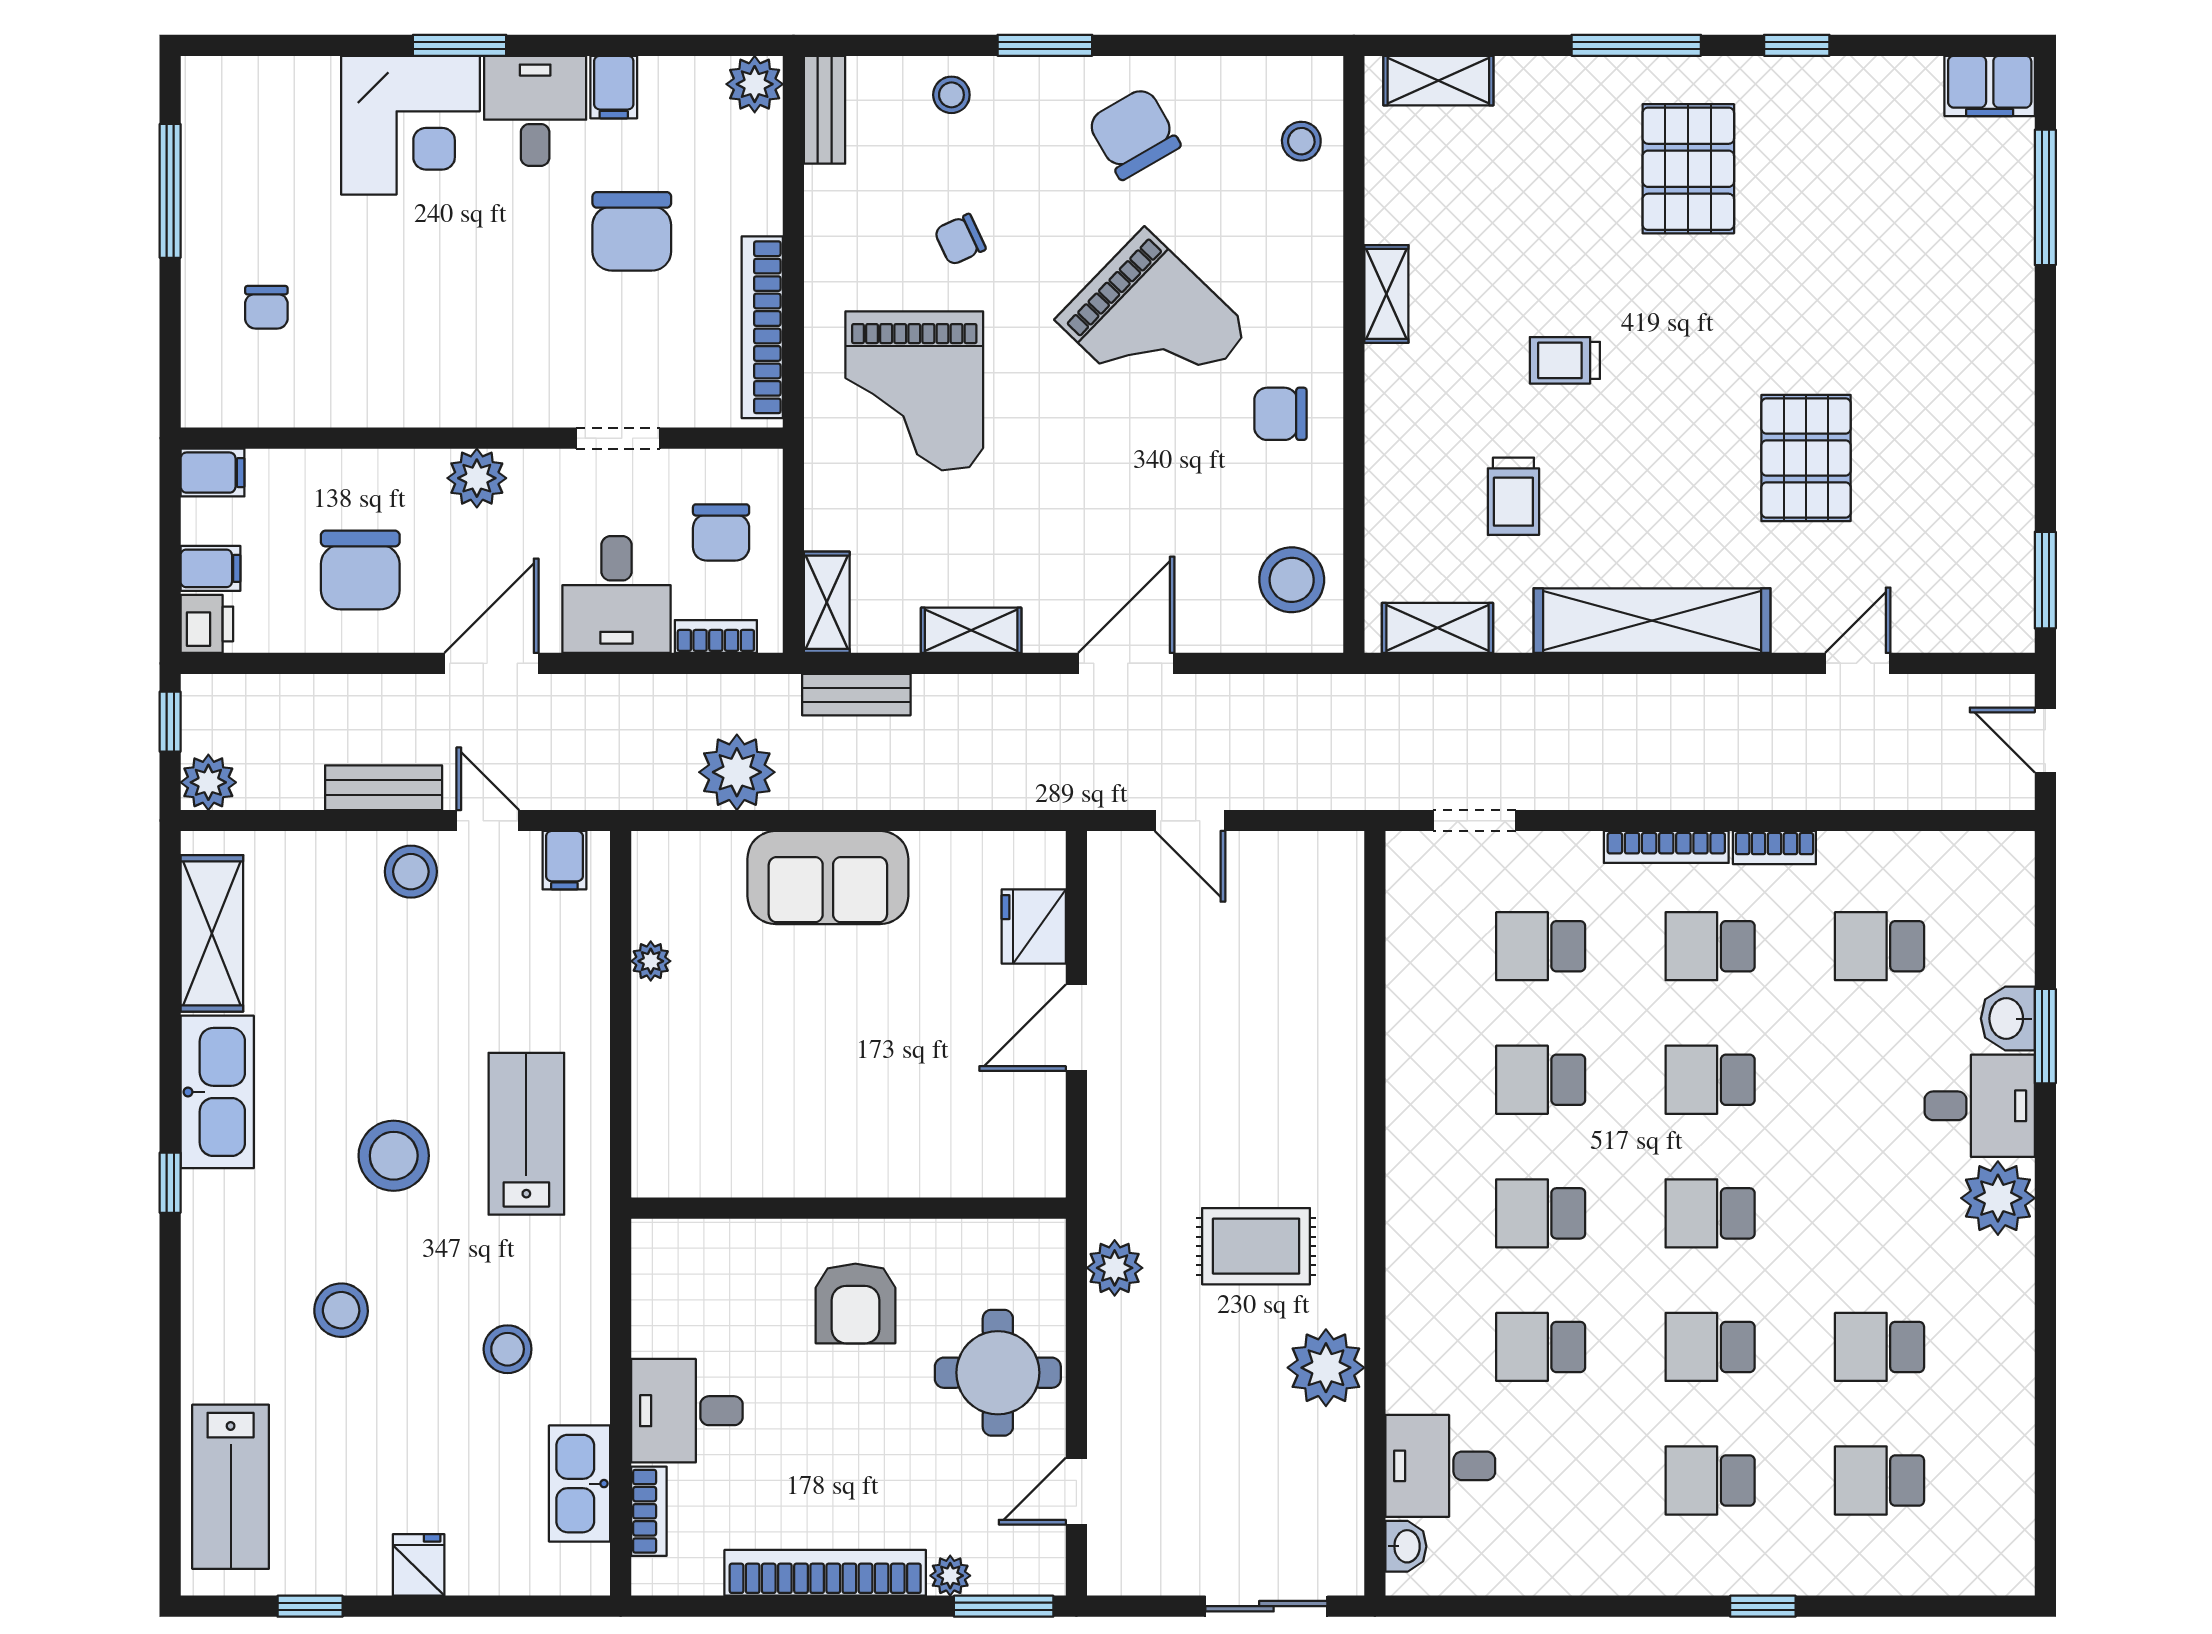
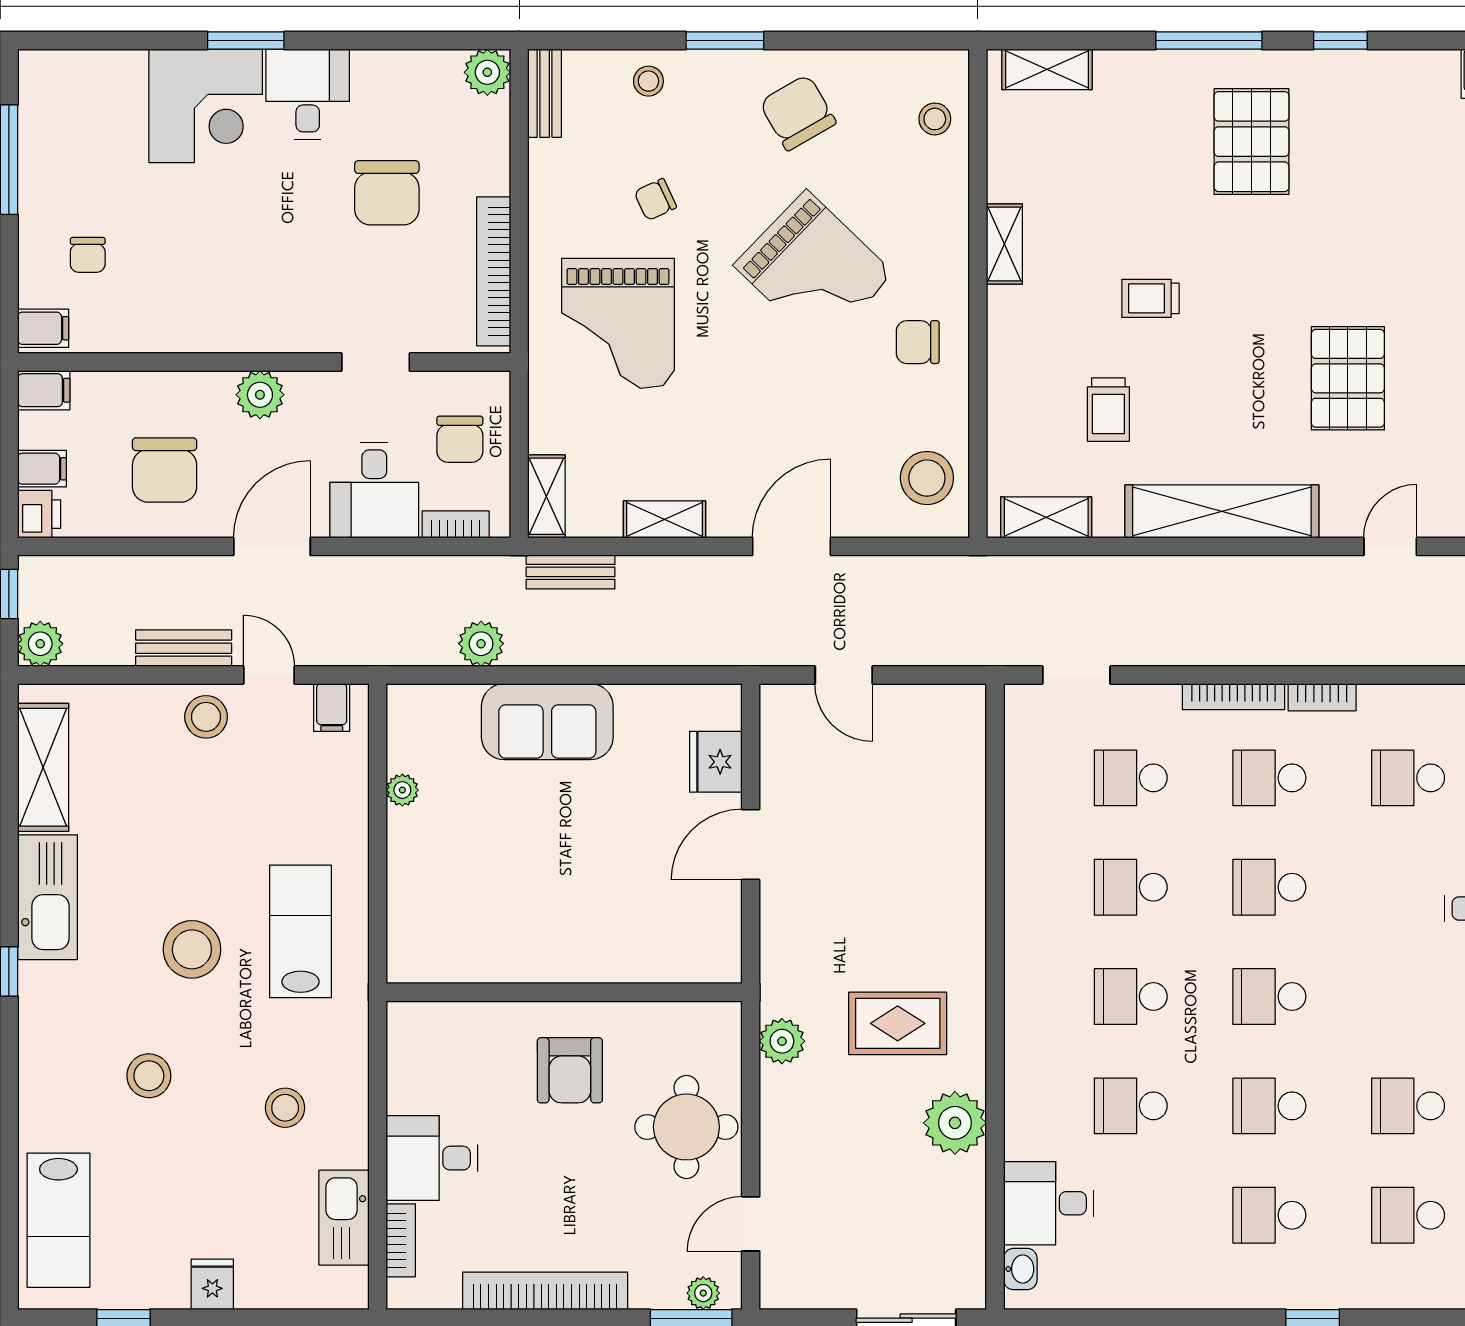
filing cabinet: (614, 87) -> (43, 328), moved, turned -90
plant: (737, 772) -> (481, 644), width x0.73, depth x0.73
plant: (950, 1576) -> (703, 1293), moved

